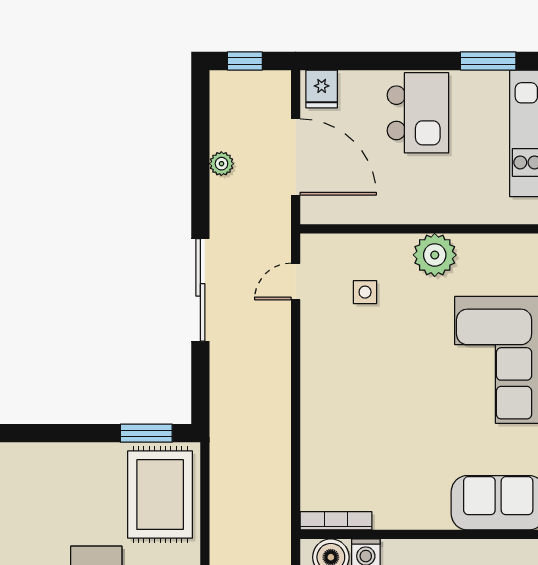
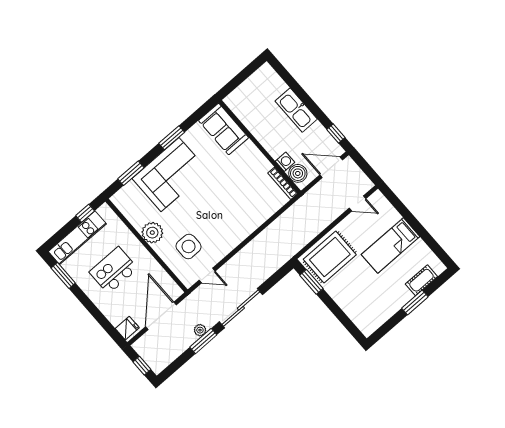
kitchen island: (418, 113) -> (113, 270), moved
plant: (221, 164) -> (200, 330), moved
window: (200, 188) -> (203, 341), added
side table: (365, 292) -> (189, 246), width x1.87, depth x1.87

